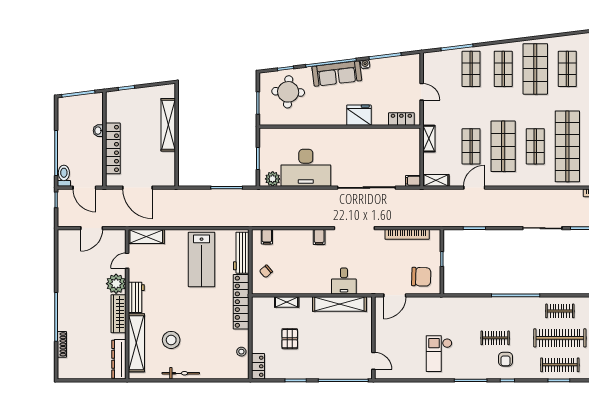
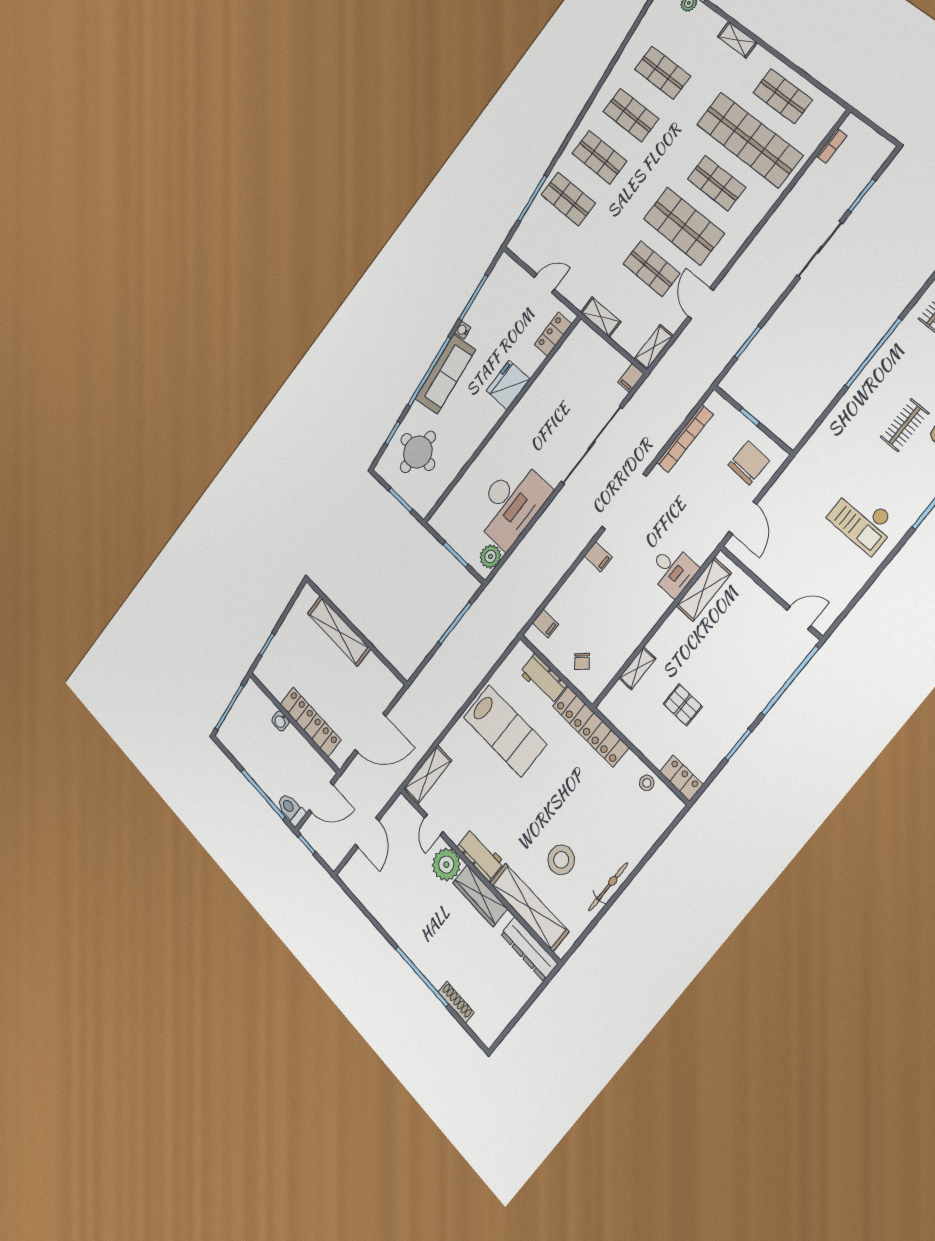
shop shelf: (535, 69) -> (631, 115), width x0.70, depth x0.74
workbench: (241, 253) -> (543, 679), width x0.73
shelving: (339, 304) -> (704, 589), width x0.68

